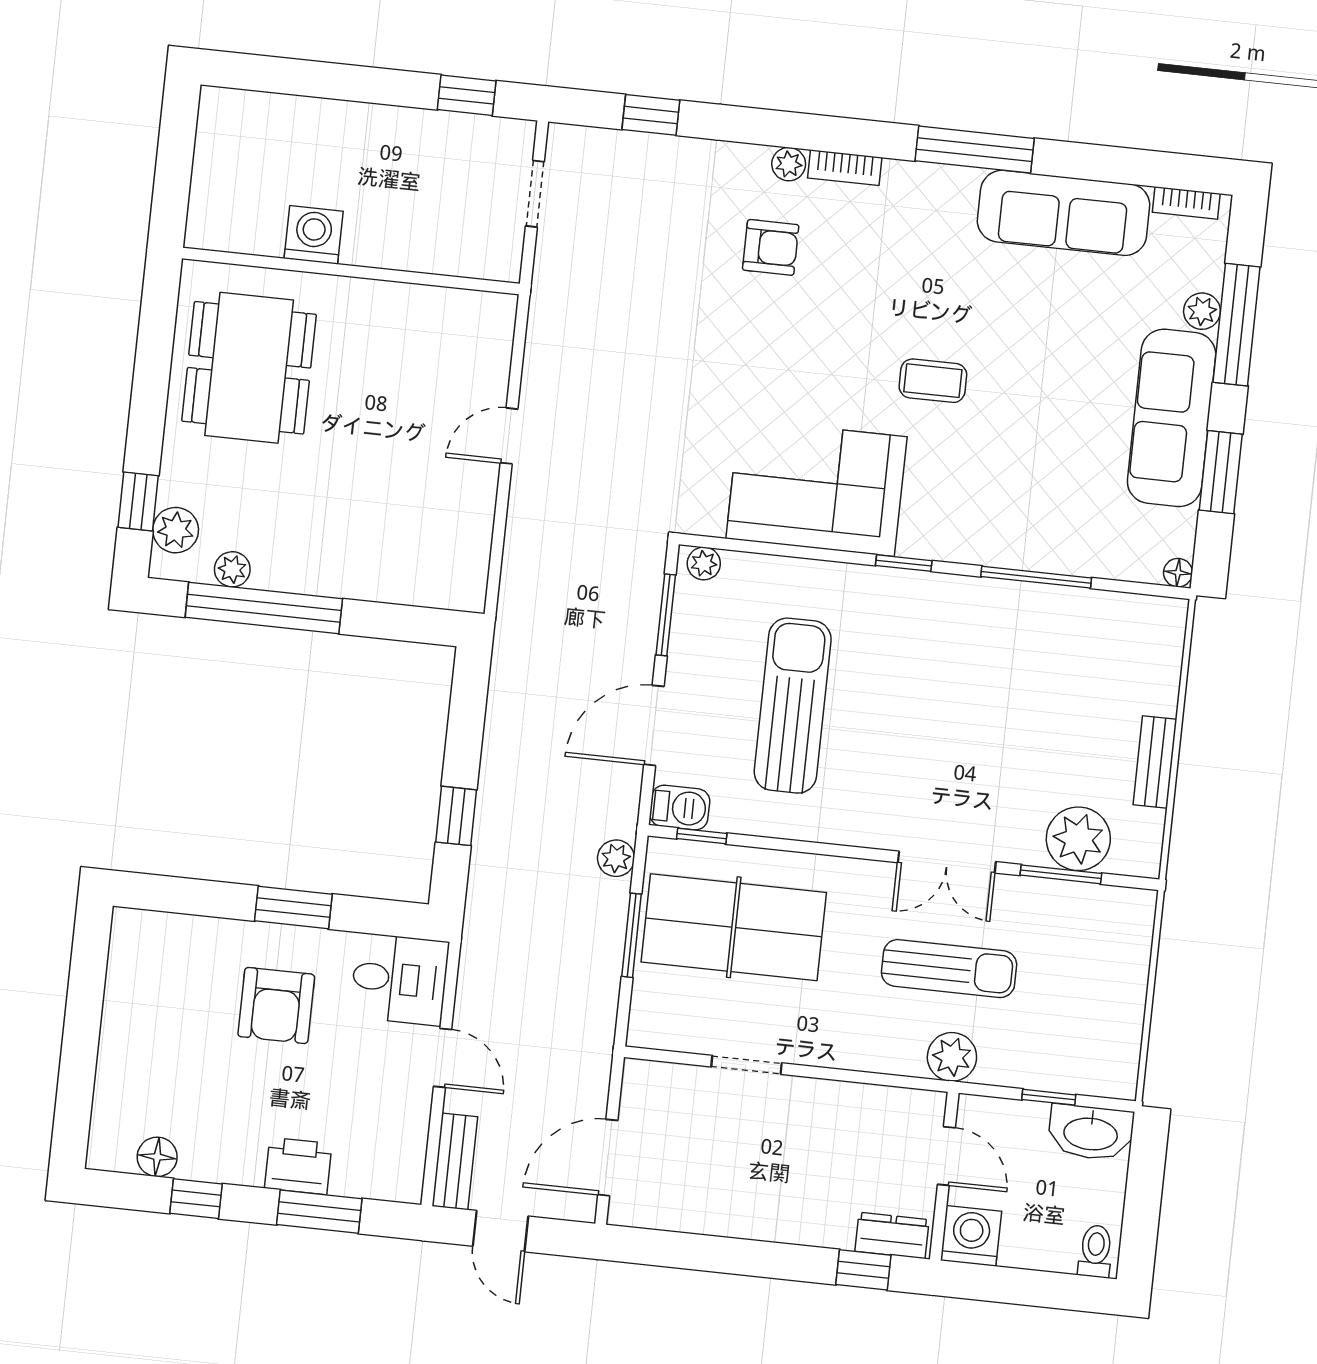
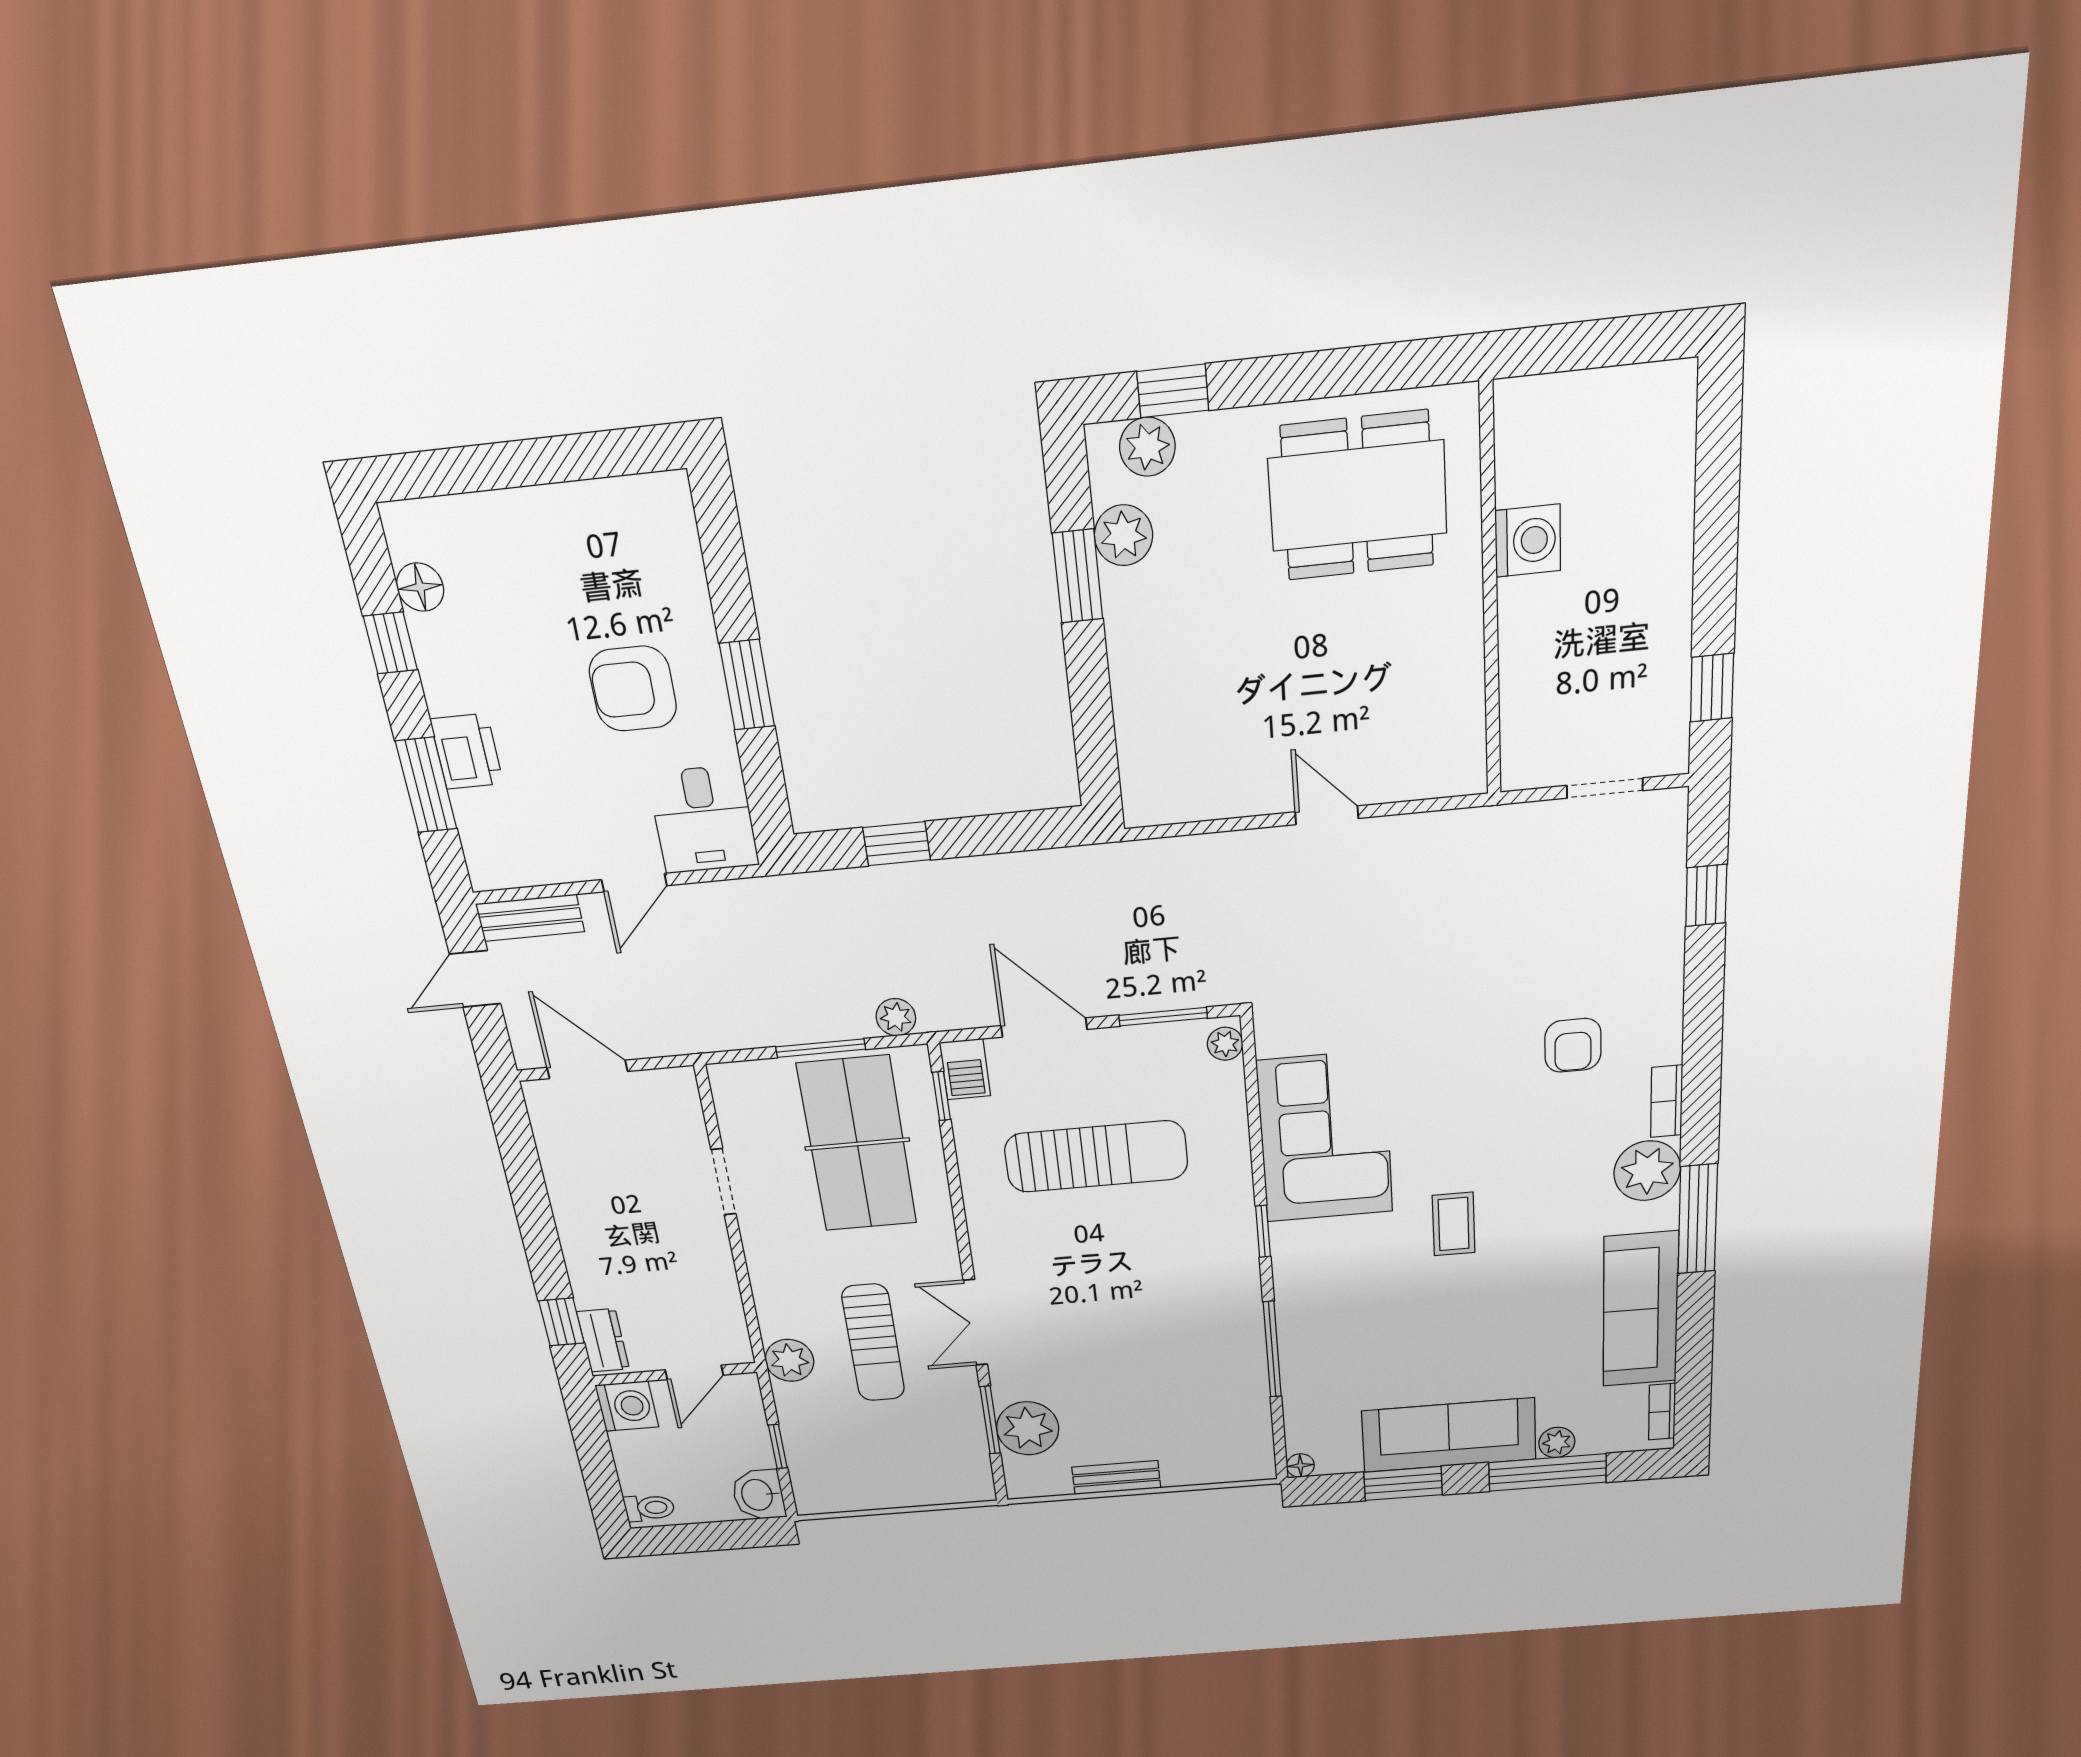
plant: (789, 164) -> (1647, 1171), moved, width x1.87, depth x1.87
plant: (232, 569) -> (1124, 535), width x1.38, depth x1.38
window: (264, 608) -> (1078, 576), width x0.47
washbasin: (1091, 1133) -> (758, 1495), width x0.72

